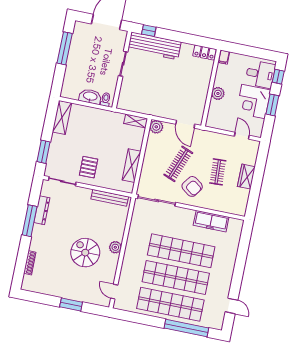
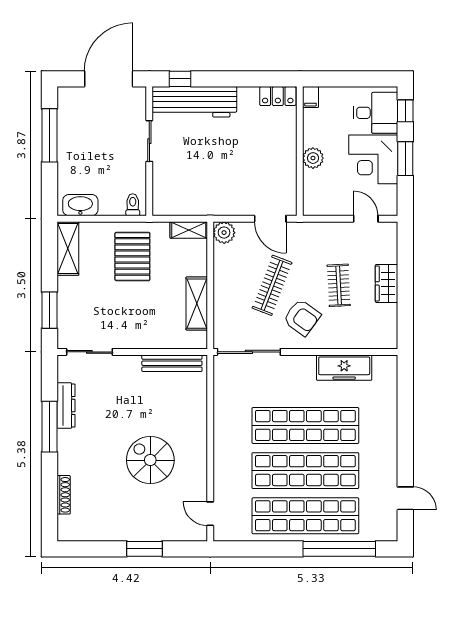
washbasin: (90, 96) -> (80, 205), moved
pallet: (89, 167) -> (132, 256), moved, width x1.50, depth x1.42
plant: (115, 247) -> (197, 441), removed

